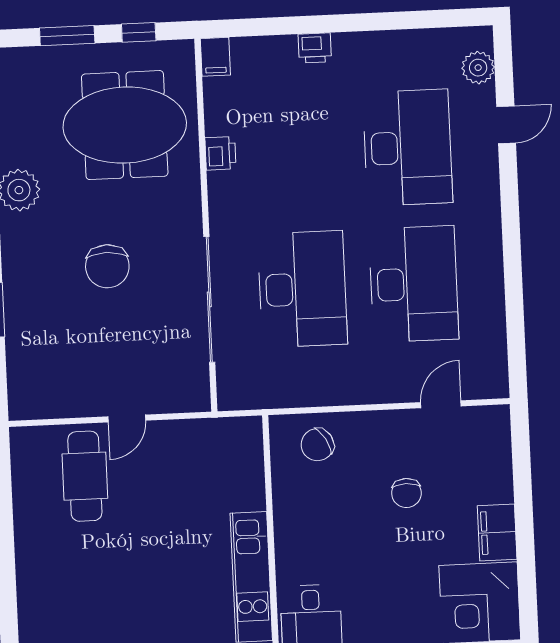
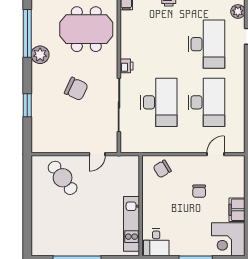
printer: (220, 153) -> (127, 66), moved
chair: (107, 266) -> (76, 89), turned -65
door: (127, 419) -> (97, 154), moved
cafe table: (85, 476) -> (63, 178), turned -37

